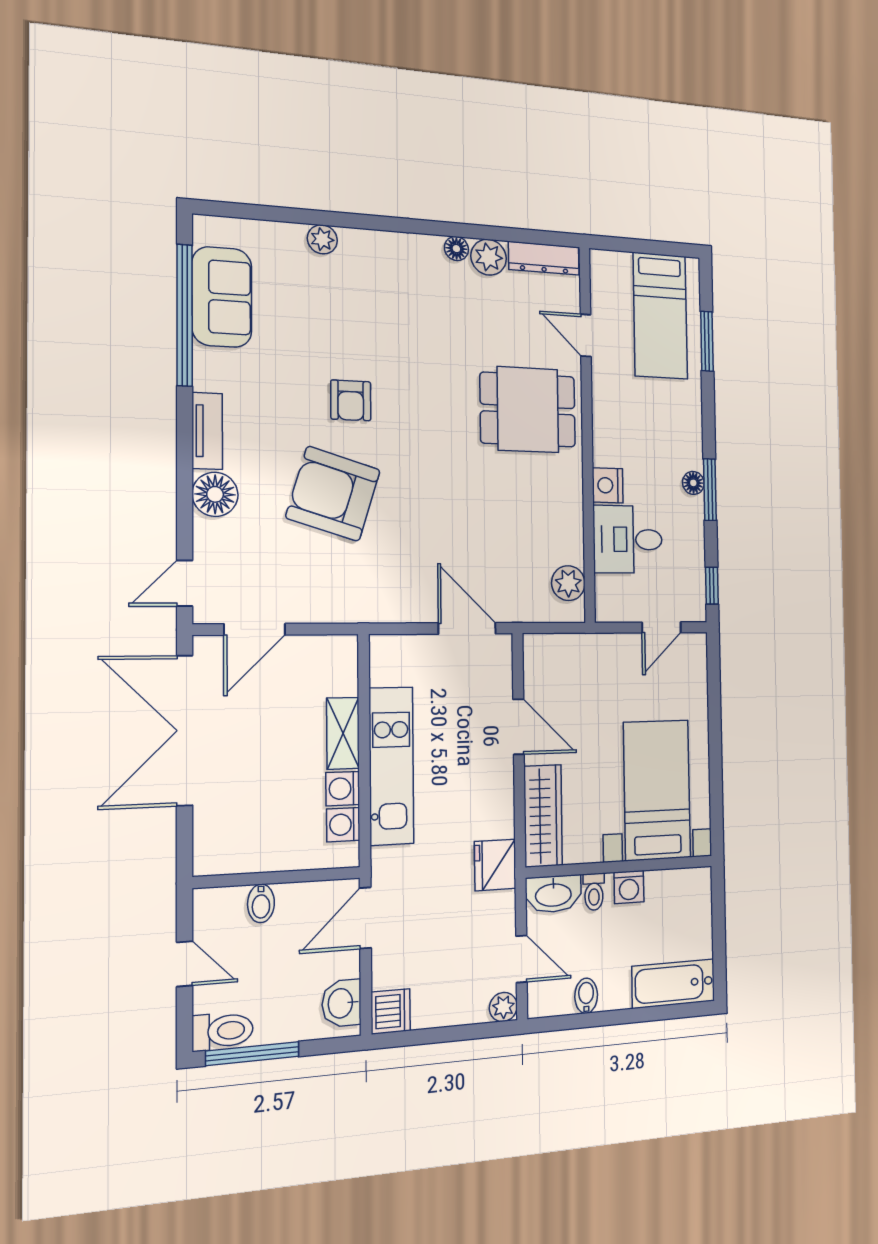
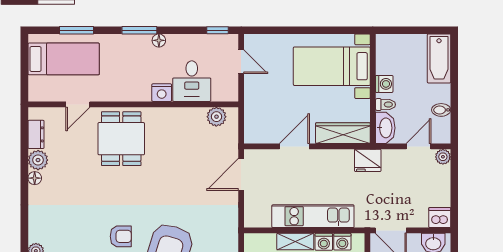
dresser: (544, 258) -> (36, 134), width x0.70
window: (710, 490) -> (139, 30), moved

